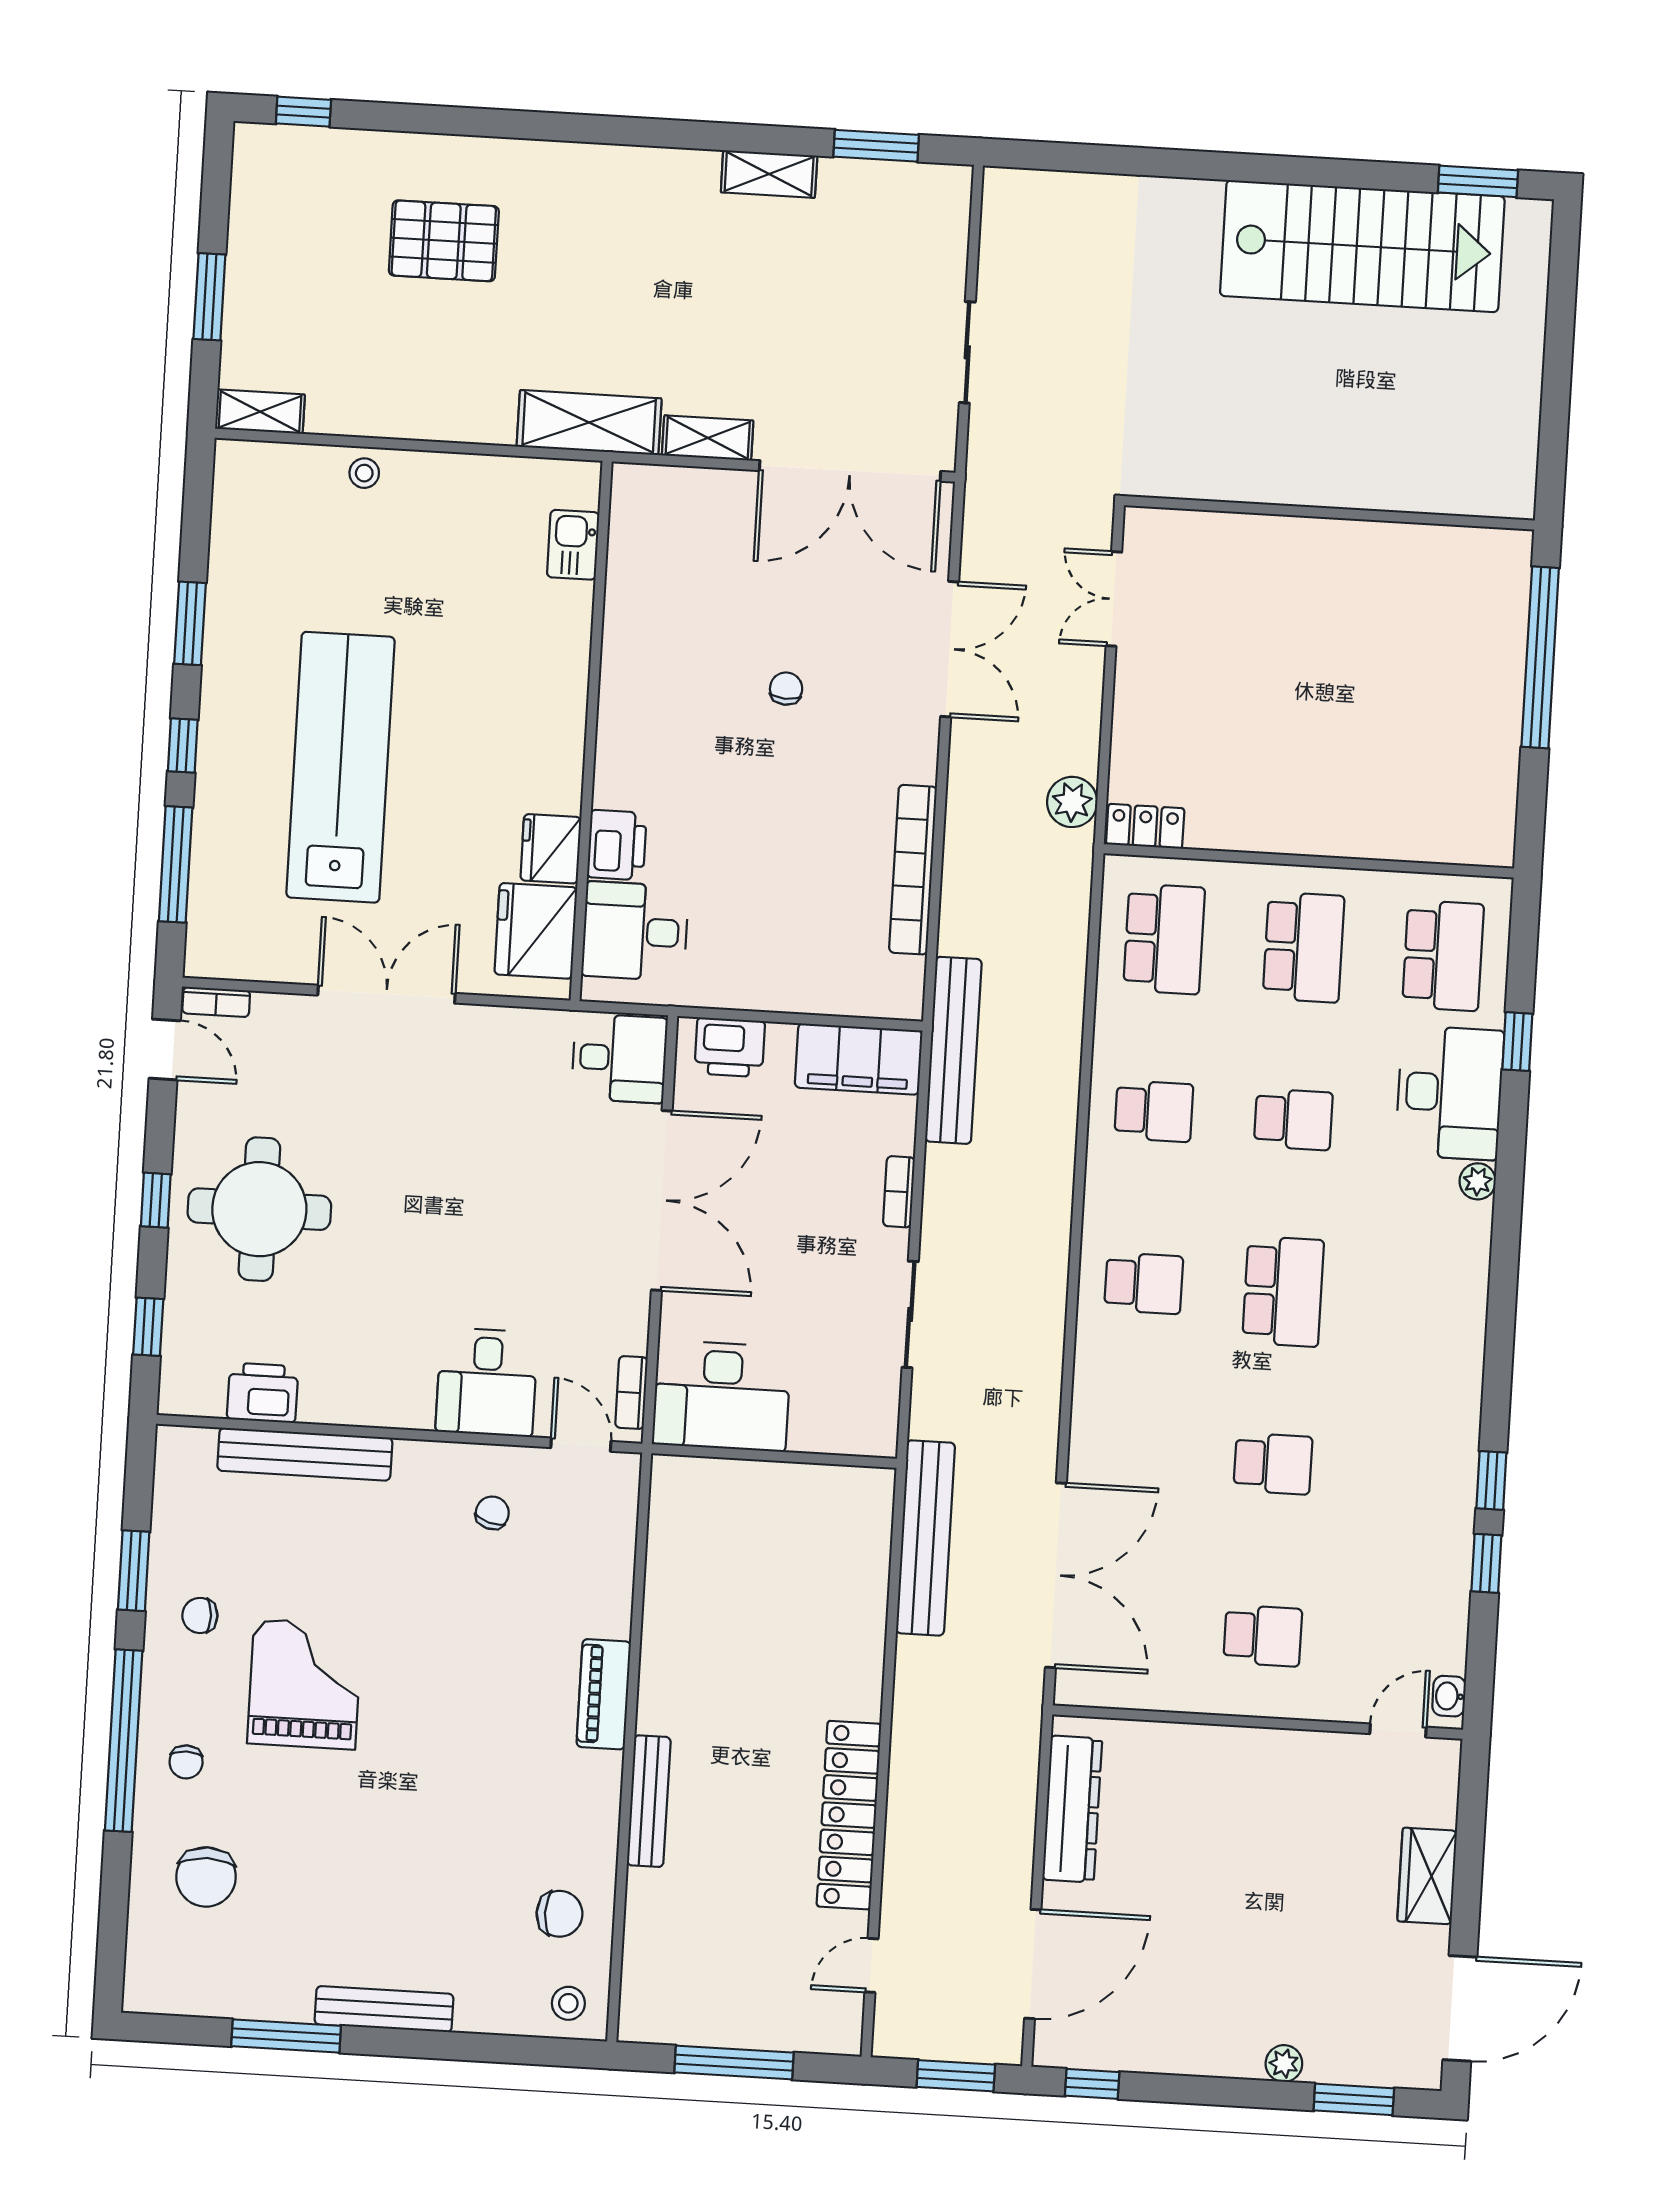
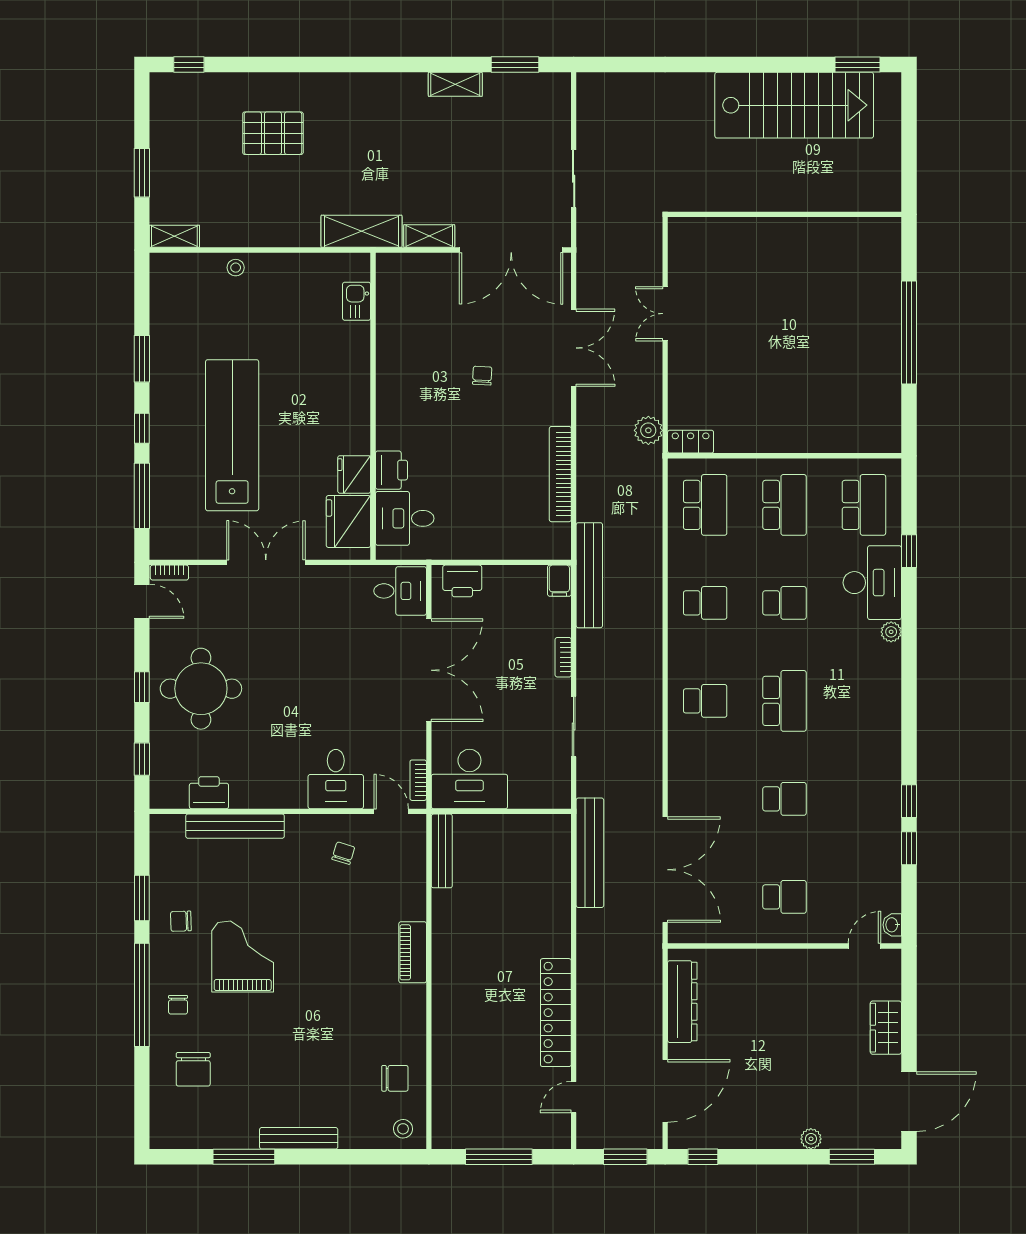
wall: (1329, 513) -> (785, 214), moved
filing cabinet: (859, 1059) -> (559, 581), width x0.33, depth x0.86
bench: (649, 1801) -> (442, 851), moved

